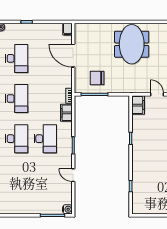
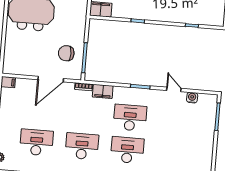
door: (73, 56) -> (51, 79), moved
chair: (97, 78) -> (66, 53), turned 90
door: (73, 175) -> (174, 89), swing flipped
water cooler: (67, 209) -> (192, 98), moved

